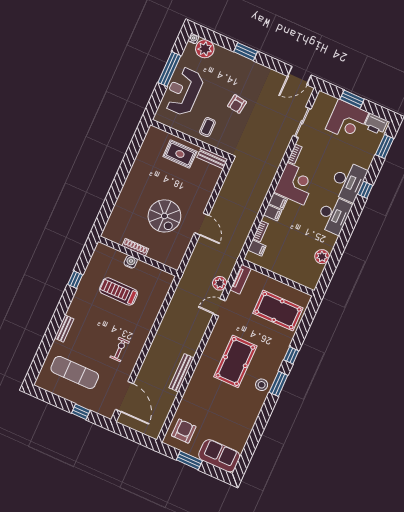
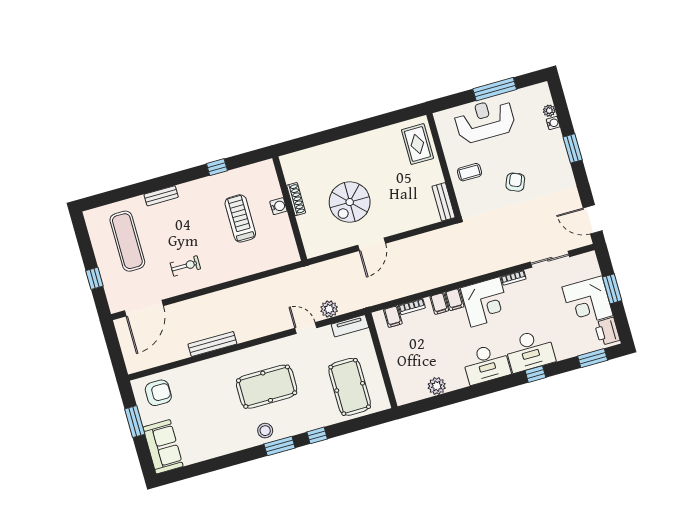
water cooler: (193, 39) -> (553, 123), moved
plant: (205, 49) -> (549, 111), width x0.53, depth x0.53
armchair: (237, 104) -> (515, 182), turned 104
rug: (180, 154) -> (417, 144), moved

